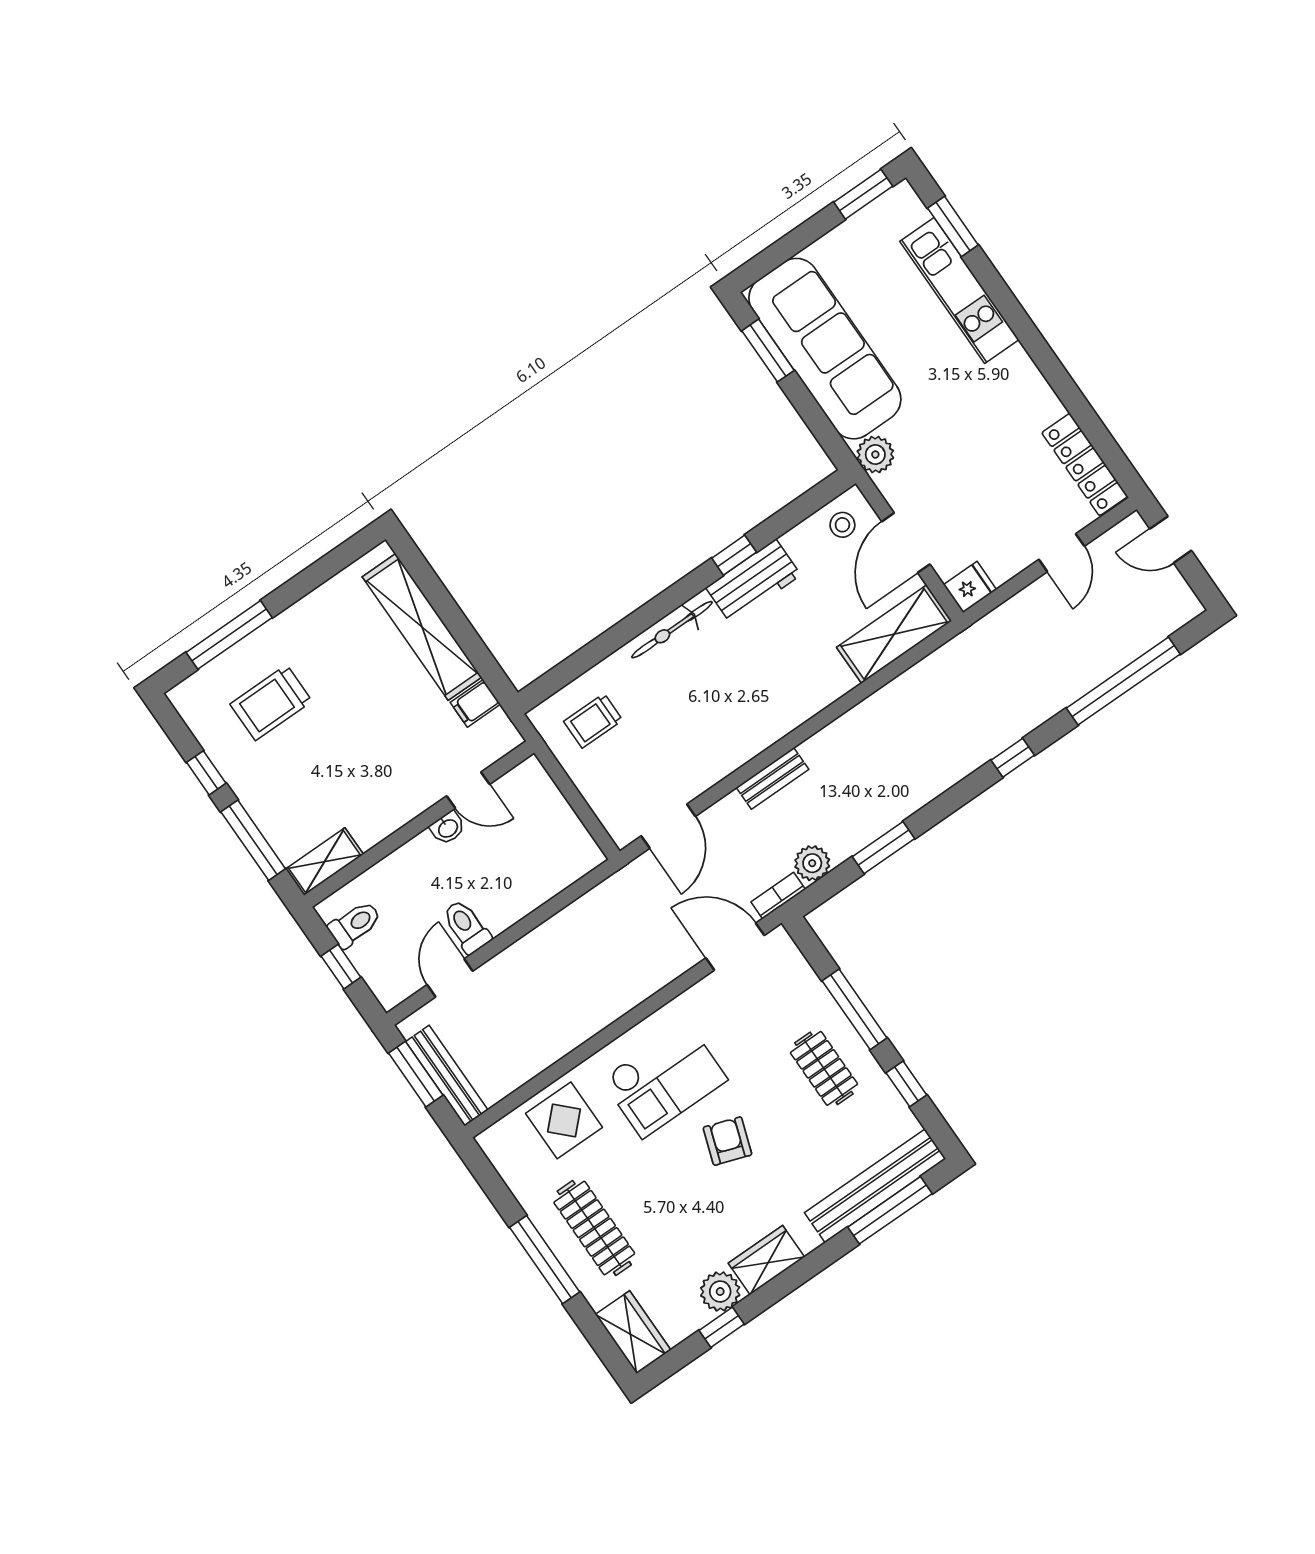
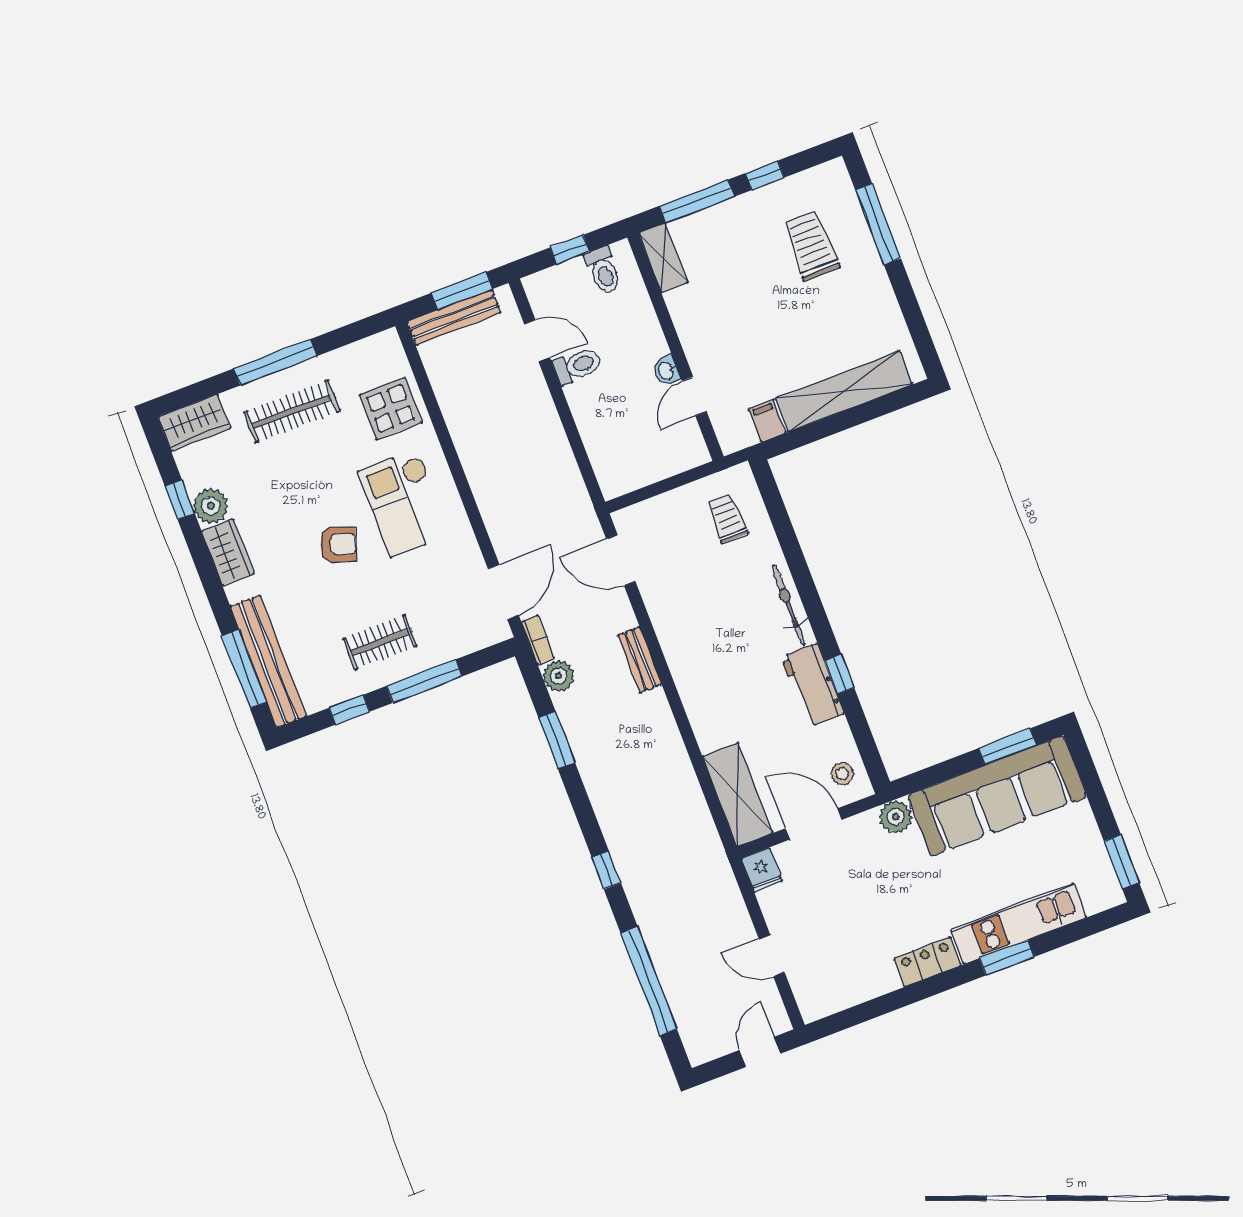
window: (953, 227) -> (1007, 958), moved
locker: (1085, 464) -> (928, 962), moved, width x0.66

